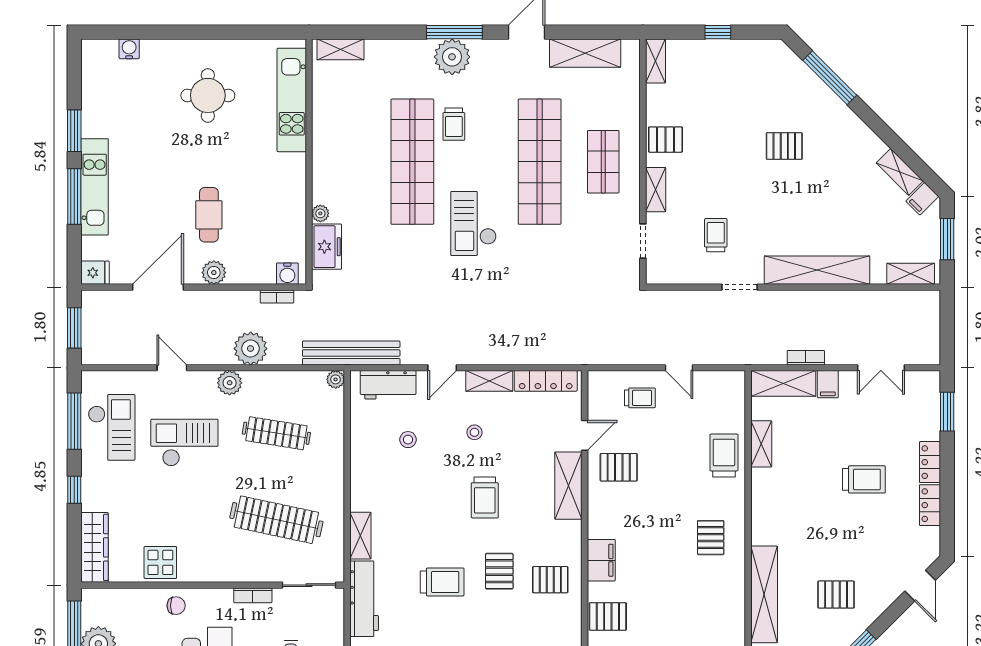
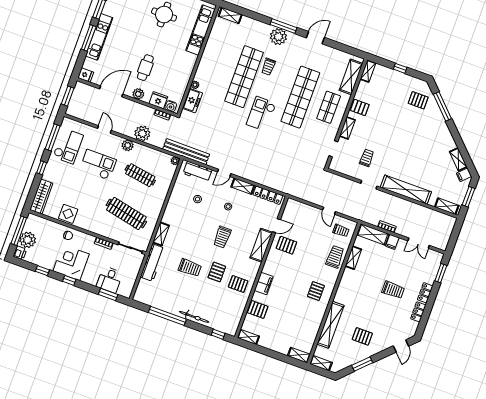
shelving: (585, 53) -> (351, 77), moved, turned 90
pallet: (784, 146) -> (418, 100), moved
fridge: (258, 270) -> (158, 100), added
trolley: (640, 398) -> (341, 231), moved

